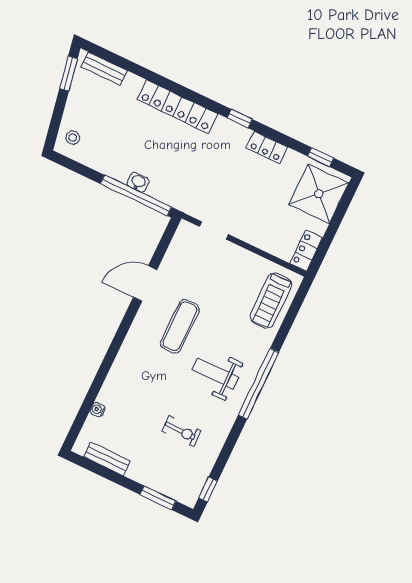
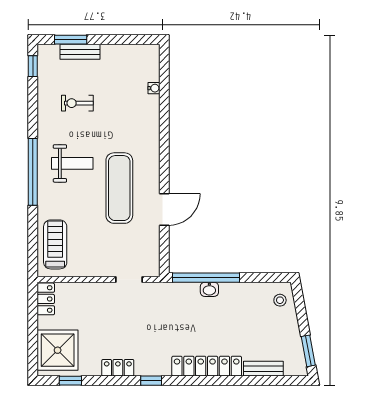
bench: (104, 69) -> (263, 369), moved
exercise mat: (180, 326) -> (119, 188), width x1.36, depth x1.45
bench: (107, 459) -> (80, 52), moved

